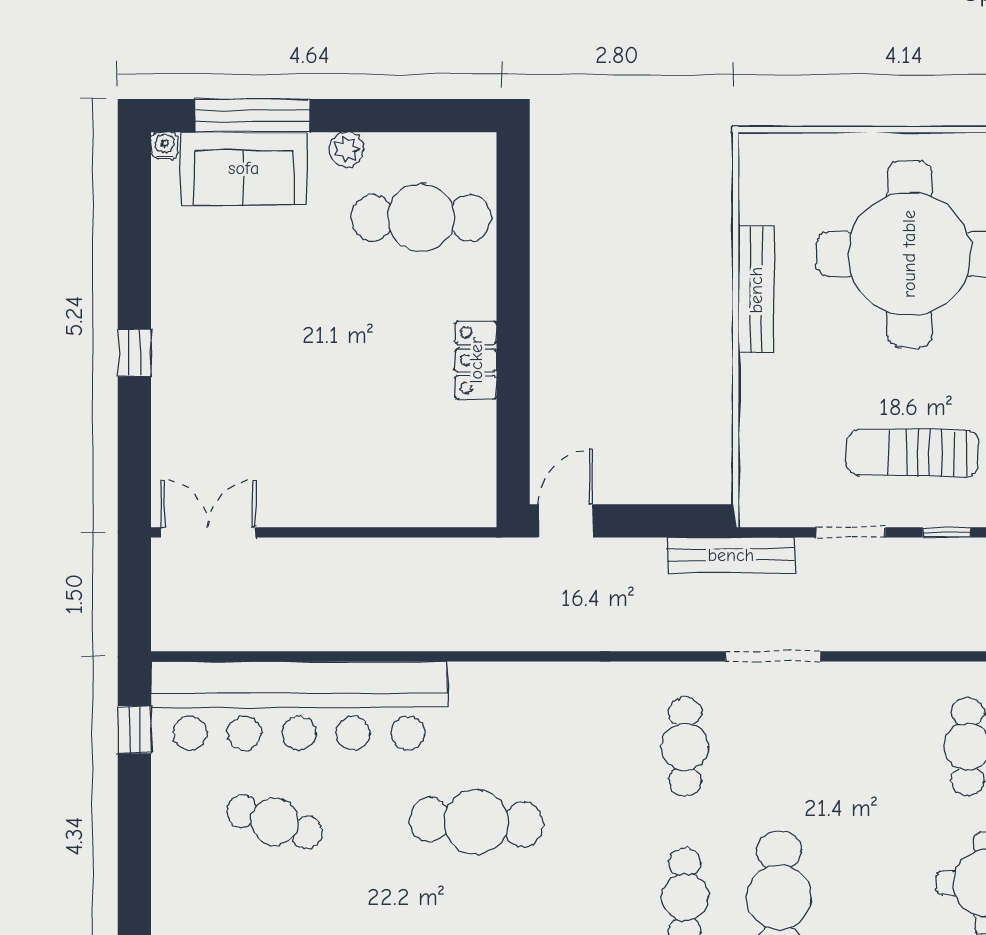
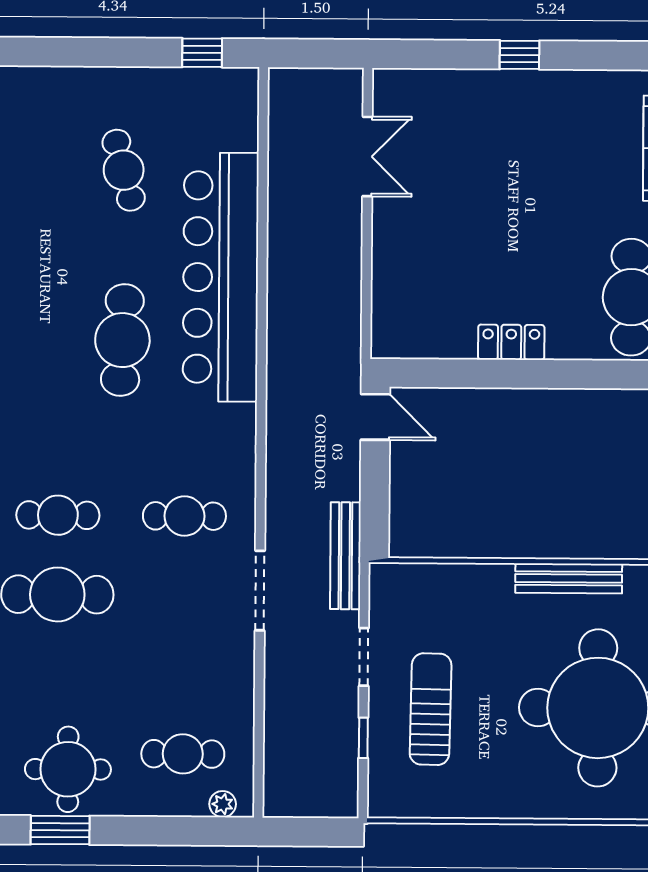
double door: (208, 532) -> (367, 156), moved
bar counter: (299, 706) -> (221, 277), moved
cafe table: (275, 822) -> (124, 170), turned -33

